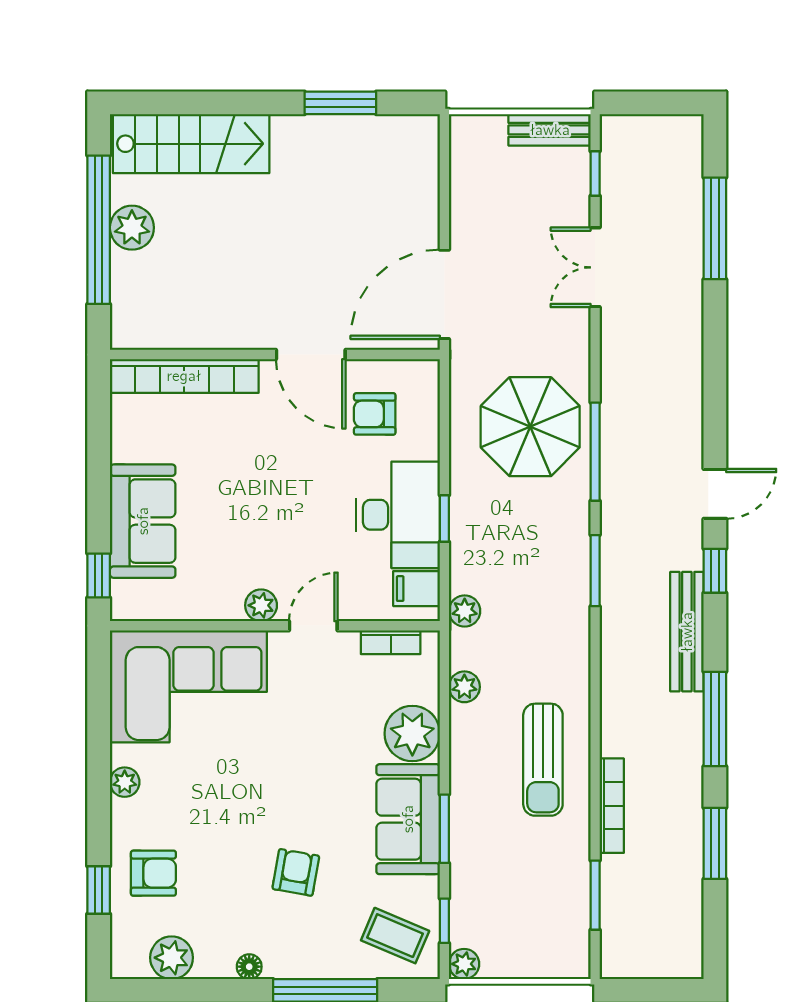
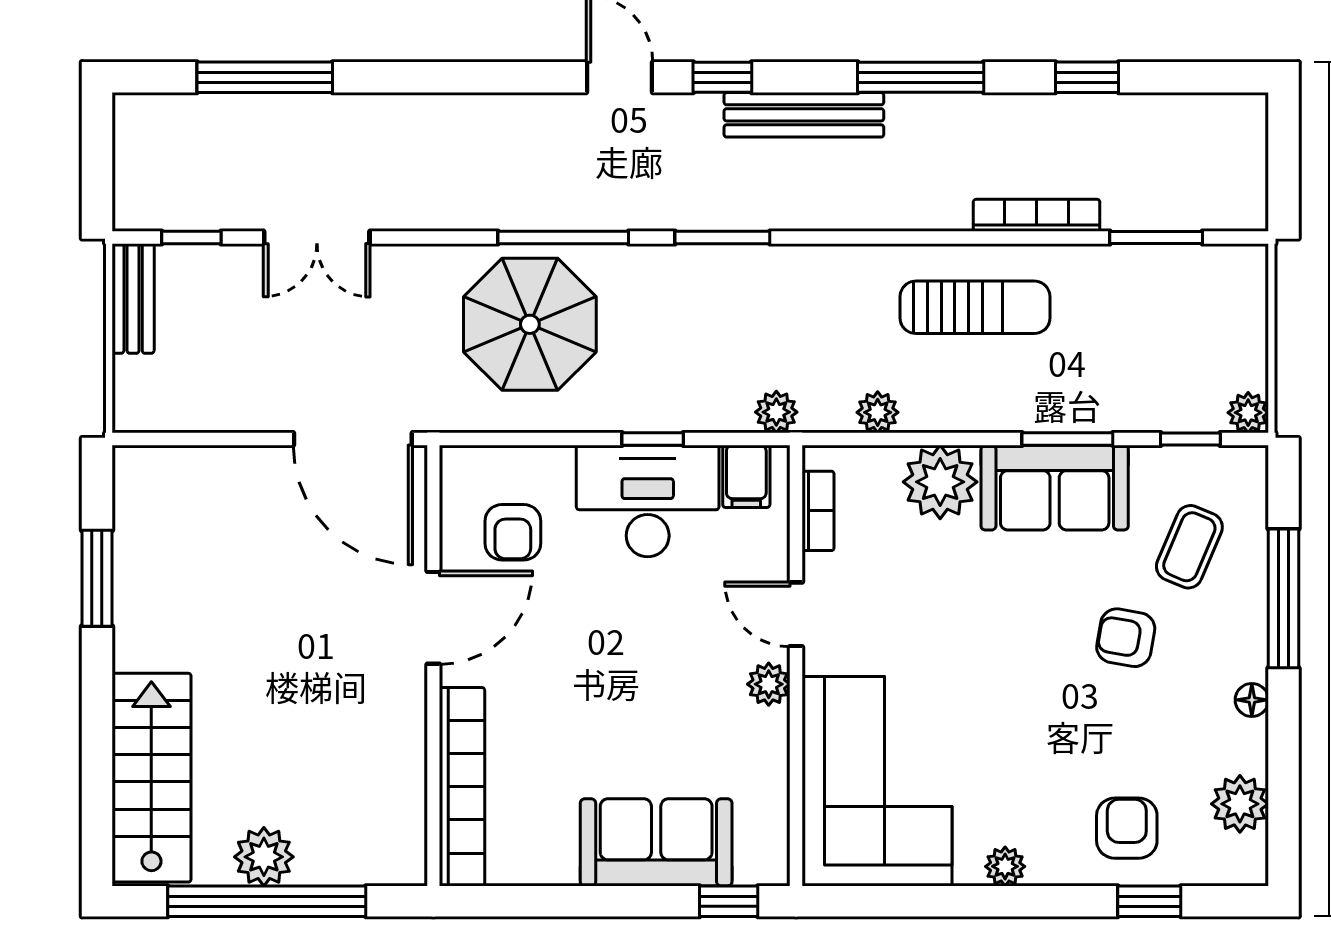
window: (715, 843) -> (1087, 77), width x0.67
coffee table: (395, 936) -> (1189, 547), moved

